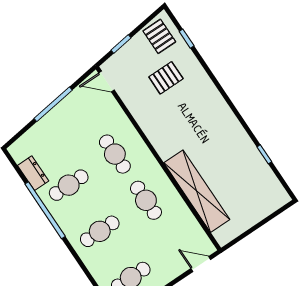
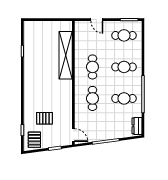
dresser: (33, 173) -> (137, 126), moved
door: (201, 264) -> (97, 20), moved

